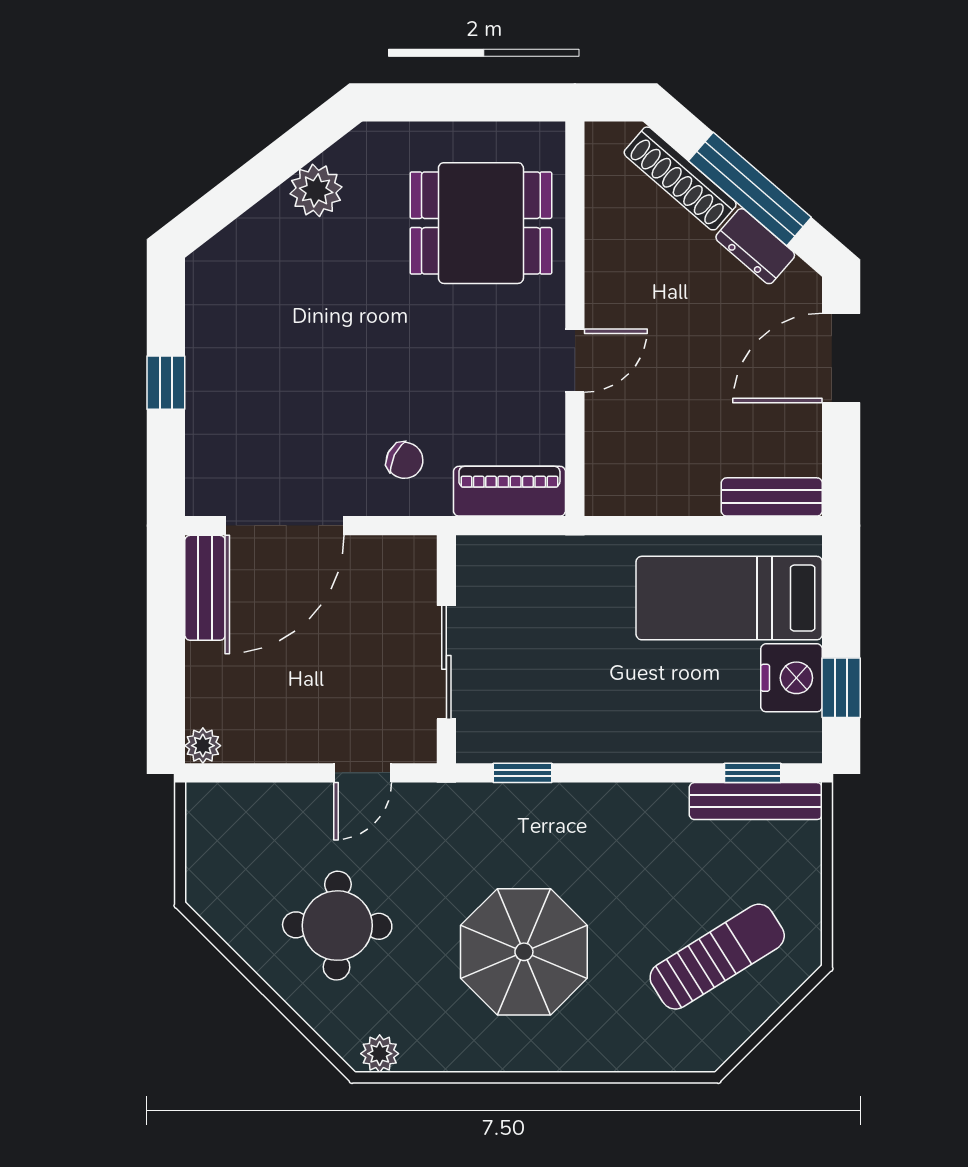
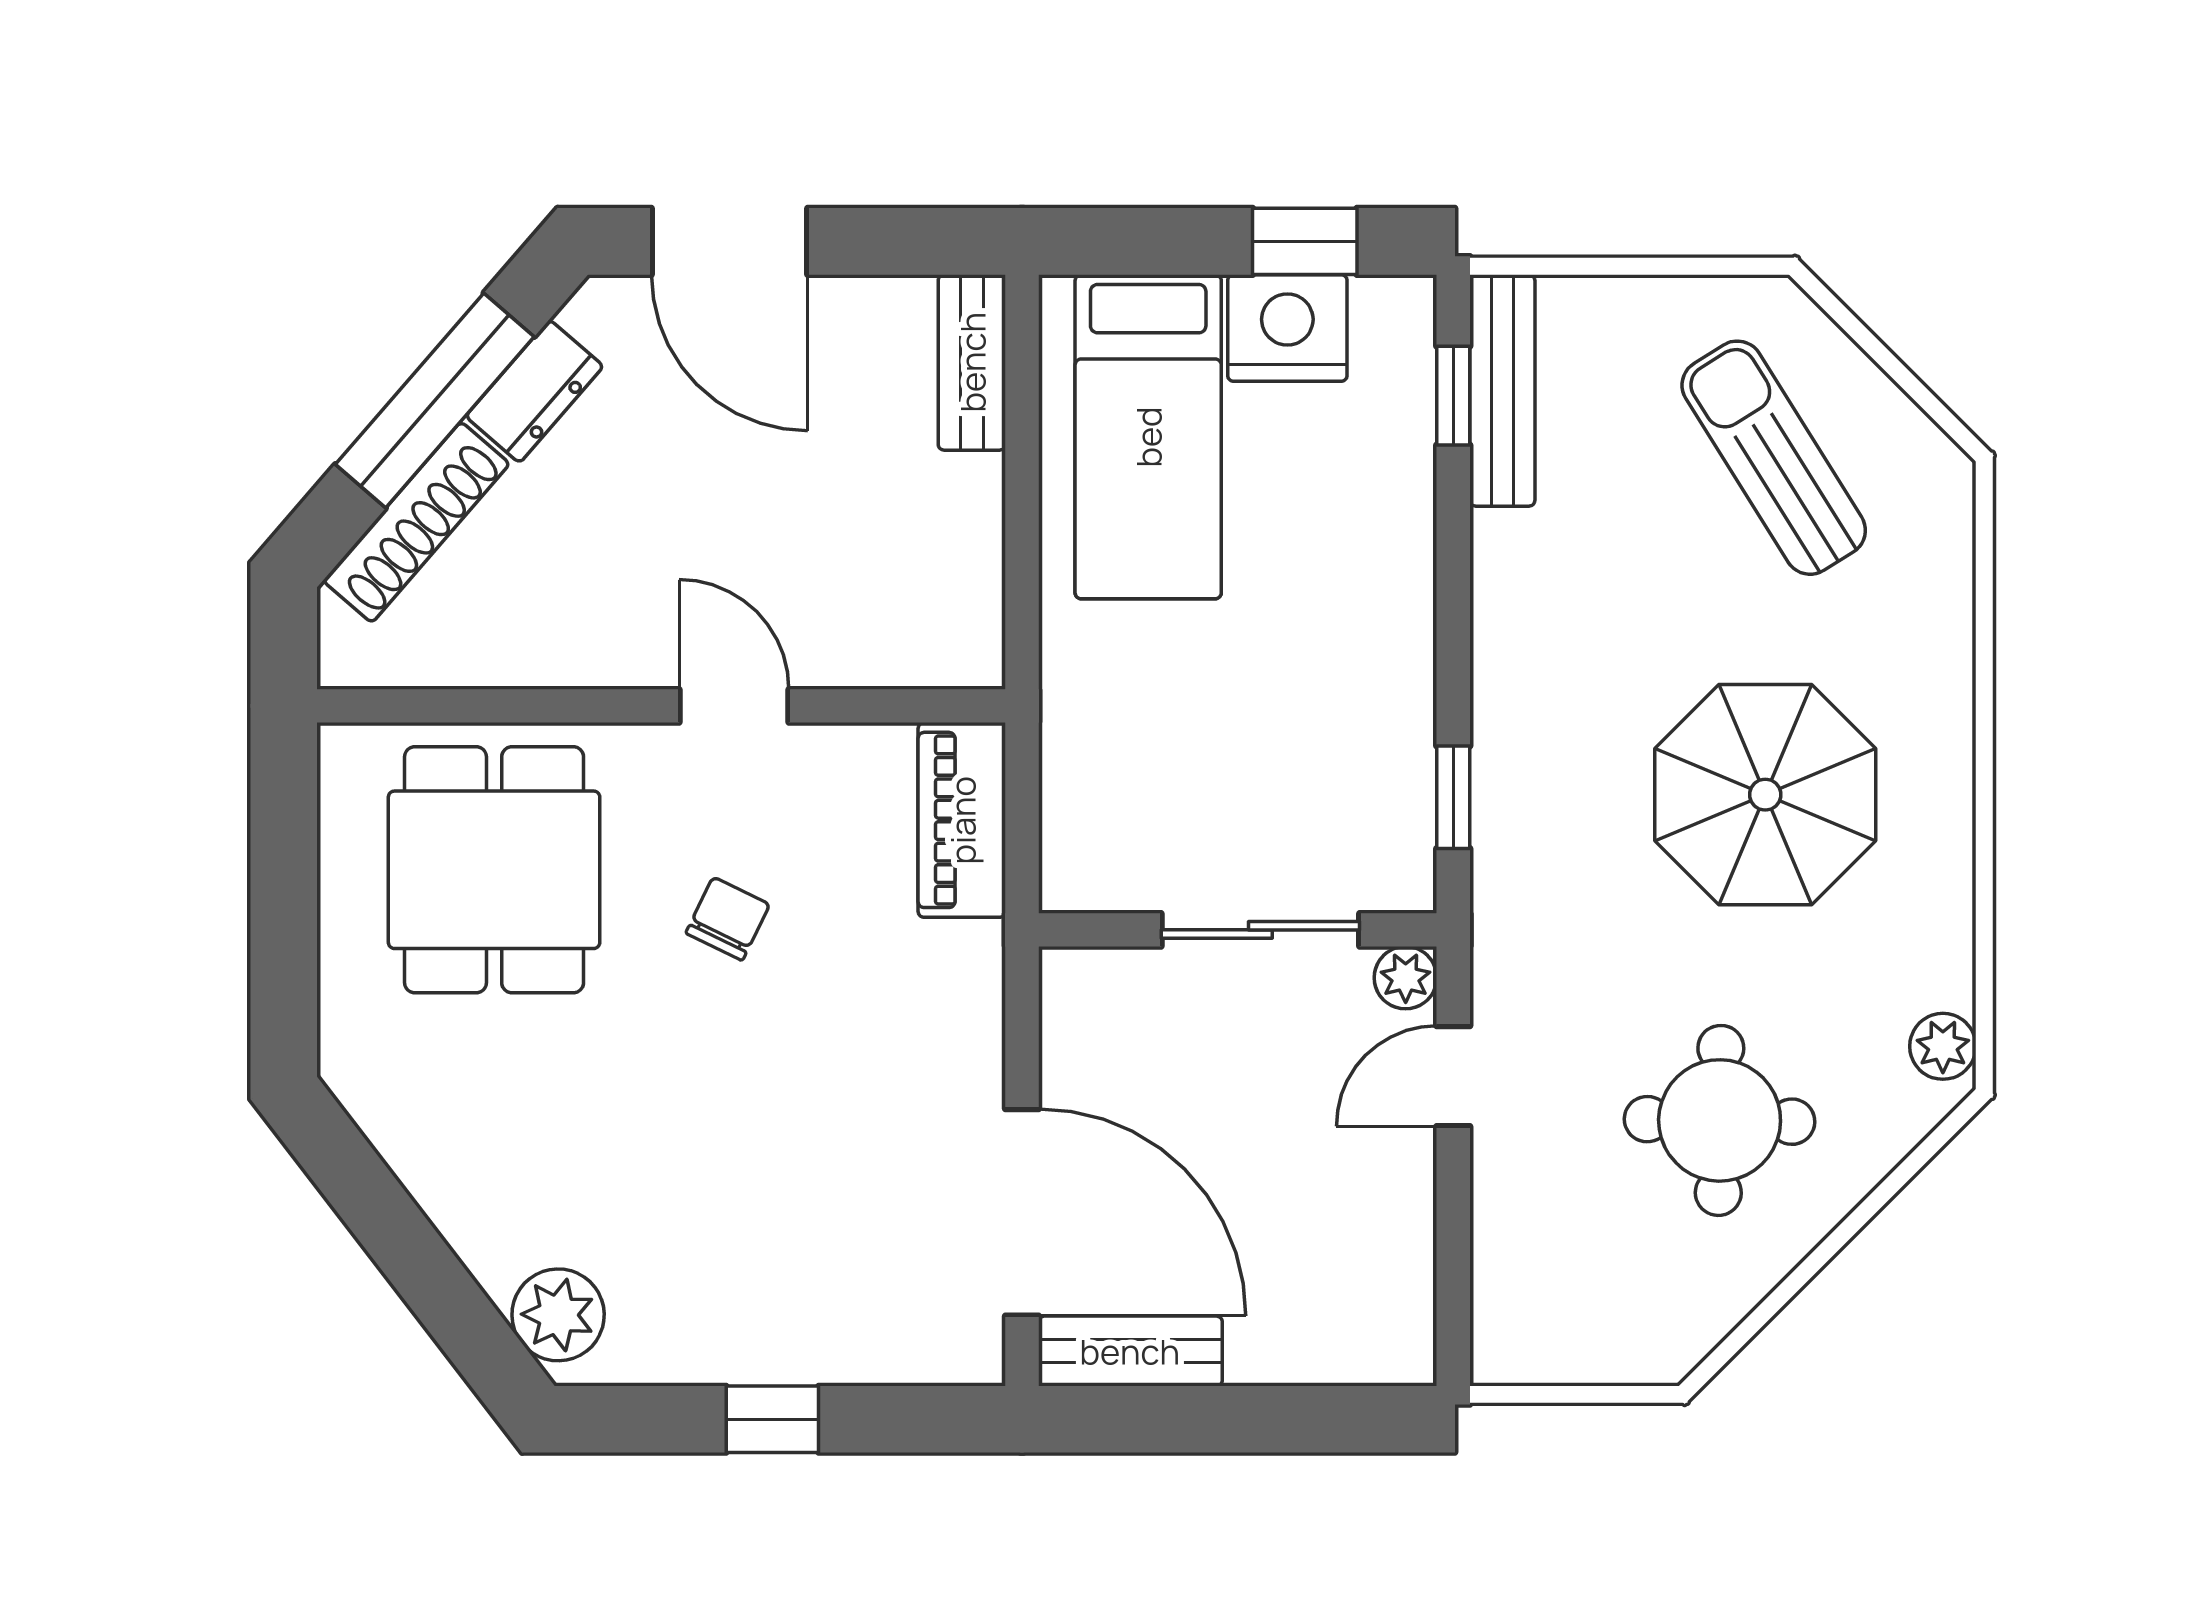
plant: (316, 190) -> (558, 1315), moved
chair: (405, 460) -> (728, 919), moved
plant: (203, 746) -> (1406, 978), moved
door: (363, 773) -> (1453, 1076), swing flipped

